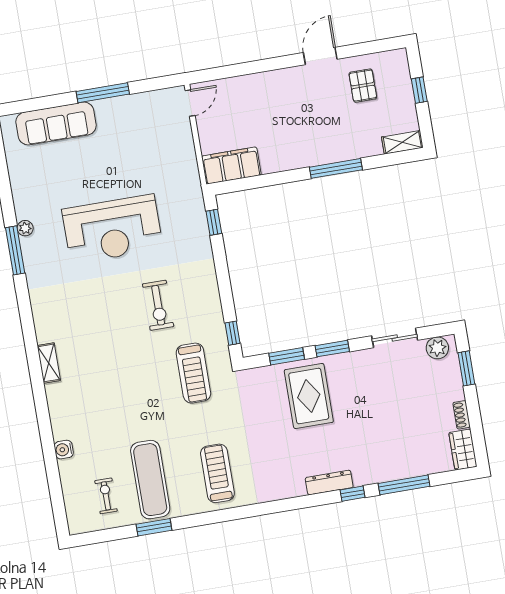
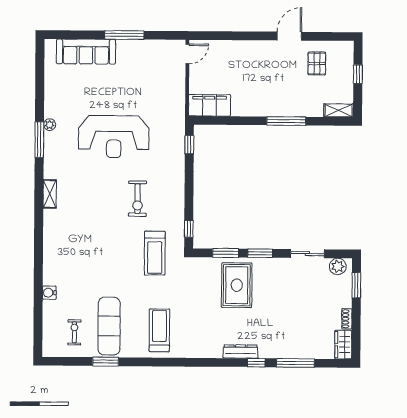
shelving: (49, 363) -> (50, 194), moved

